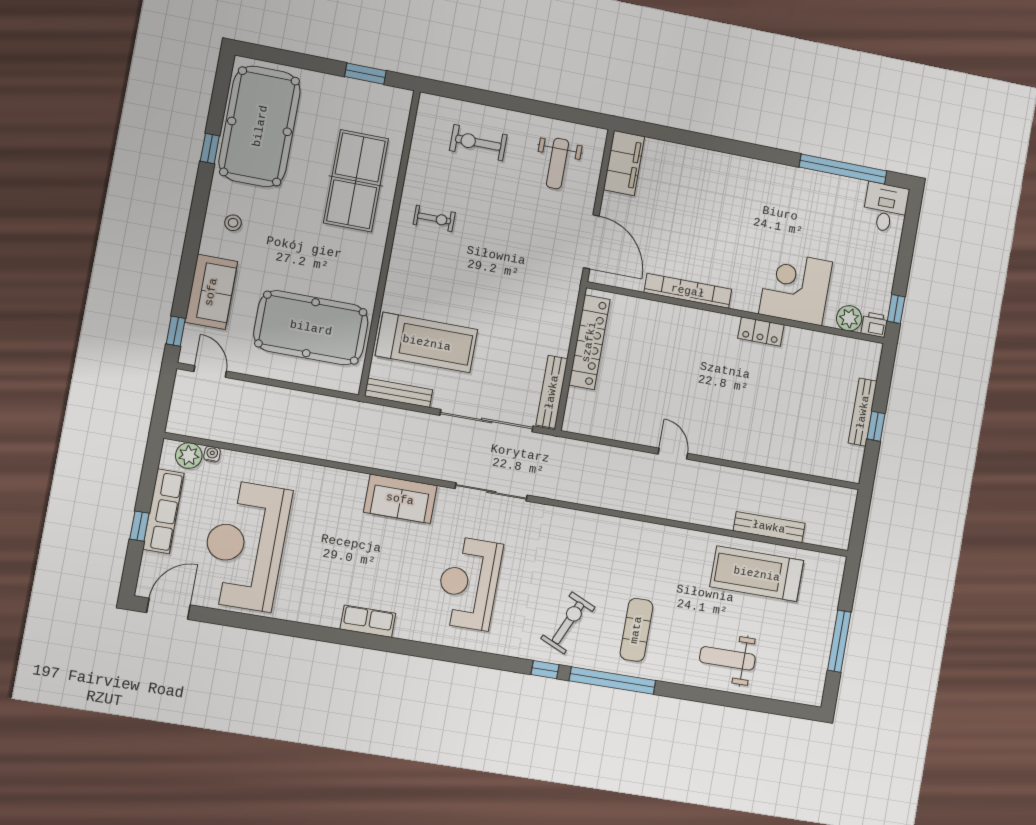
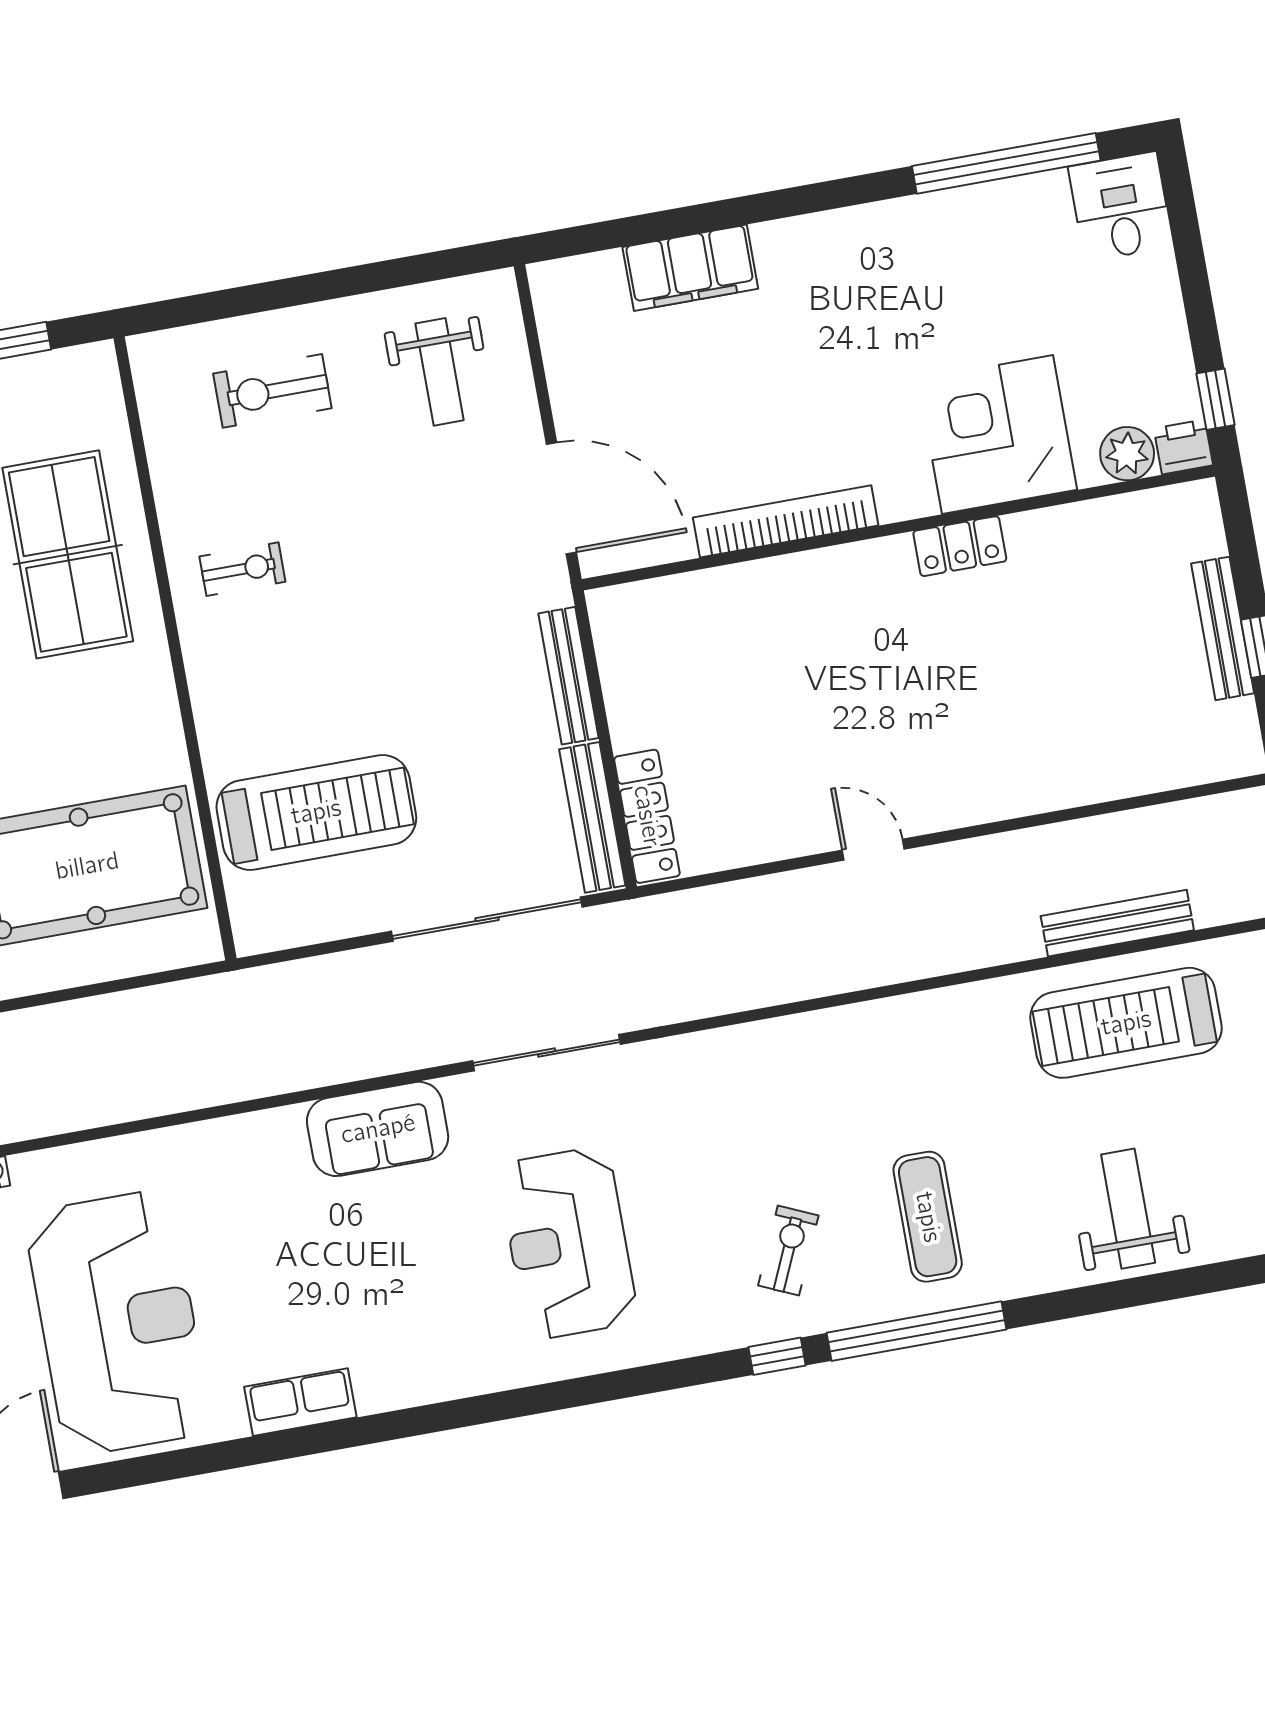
filing cabinet: (624, 163) -> (690, 268), moved, turned 90
locker: (589, 342) -> (647, 816), moved, width x0.71, depth x0.83
bench: (399, 393) -> (569, 676), moved, turned 90
reception desk: (245, 545) -> (118, 1323), turned 180
row of seats: (368, 621) -> (300, 1402), moved
exercise bike: (568, 623) -> (788, 1251), width x0.73, depth x0.72
weight bench: (727, 658) -> (1128, 1209), turned 90

